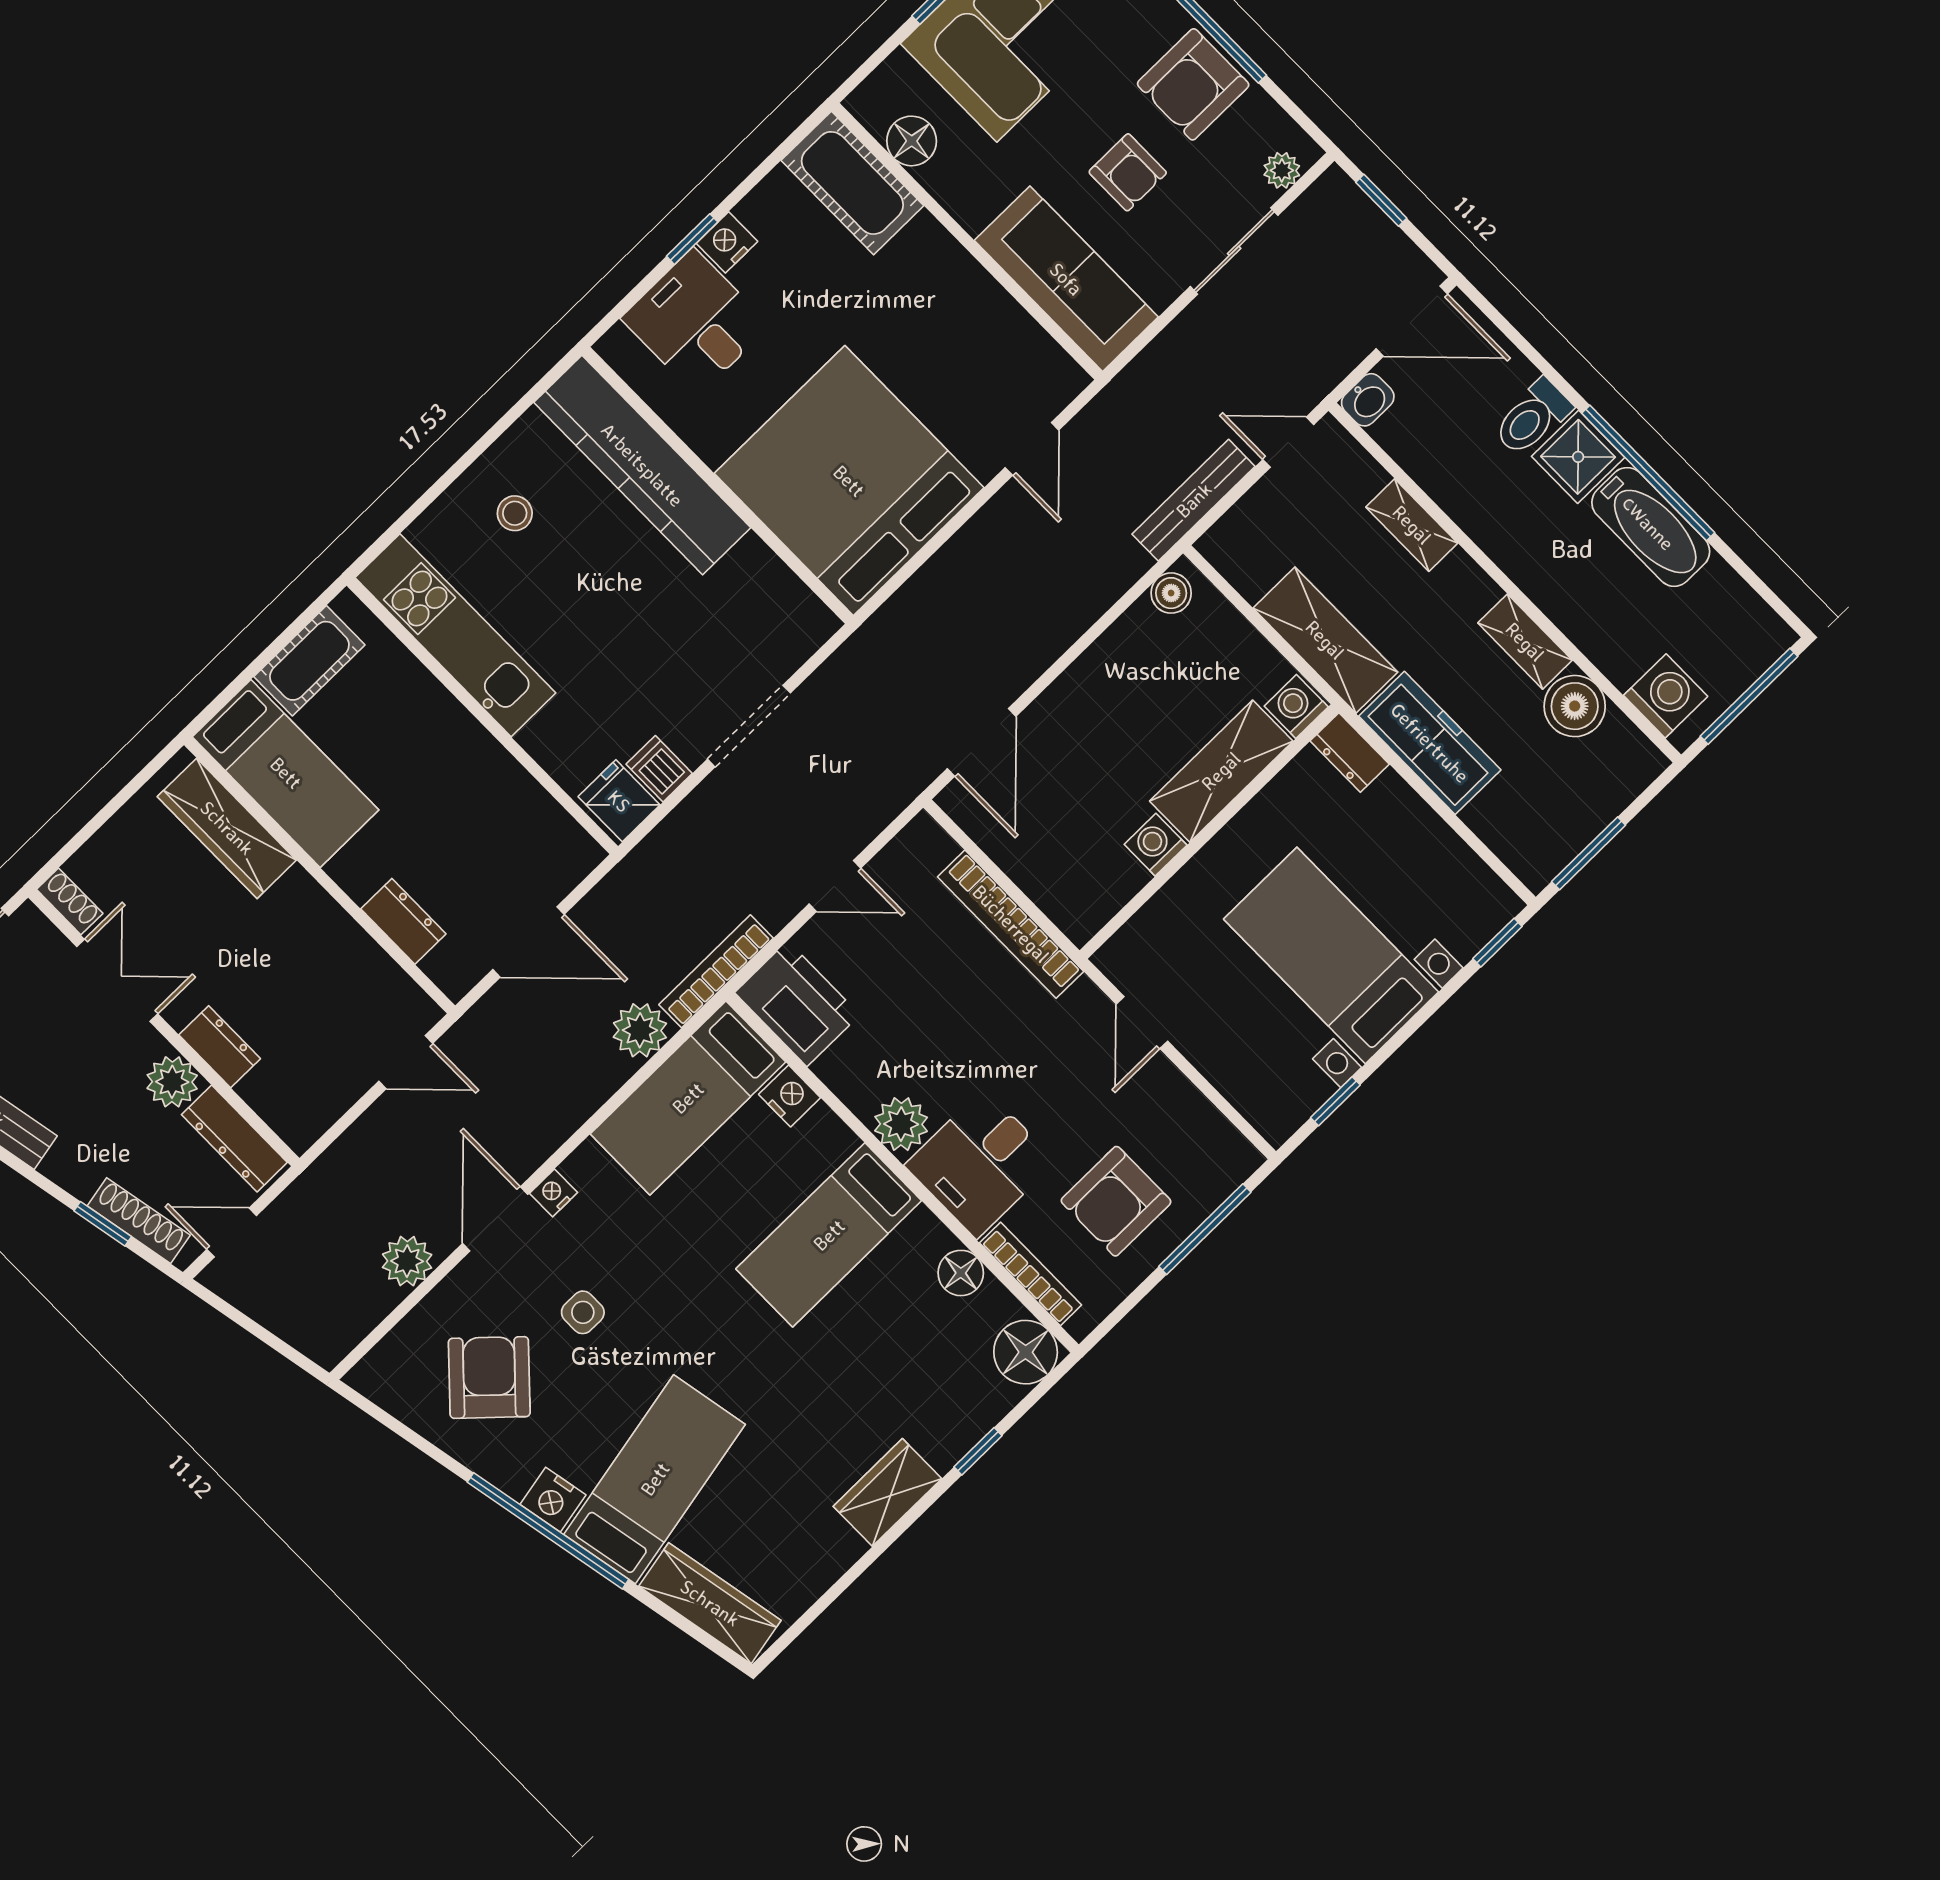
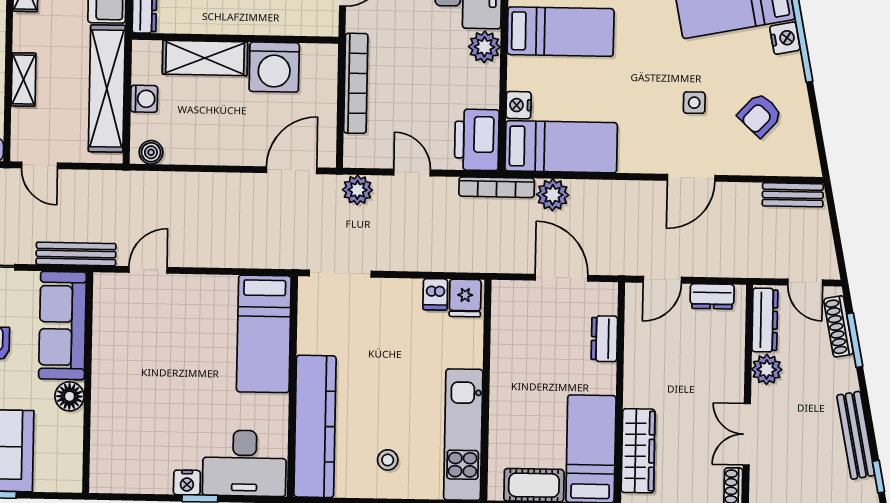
floor lamp: (912, 141) -> (69, 396), moved
cot: (852, 183) -> (110, 454), removed
desk: (695, 322) -> (244, 463), width x1.37
bed: (849, 481) -> (264, 334), width x0.49
bench: (1194, 500) -> (76, 254), moved
shelving: (1325, 640) -> (107, 89), width x1.47
washing machine: (1296, 706) -> (144, 99), moved, turned -90
doorway: (749, 726) -> (340, 274), moved
washing machine: (1156, 845) -> (274, 67), width x1.89, depth x1.89
dresser: (220, 1047) -> (712, 296), moved, turned -90
door: (406, 1062) -> (662, 280), swing flipped
nightstand: (554, 1193) -> (656, 164), removed
window: (103, 1224) -> (855, 340), width x1.50
plant: (407, 1261) -> (357, 190), moved
bench: (353, 1322) -> (793, 195), added
armchair: (489, 1377) -> (760, 115), width x0.72, depth x0.72

